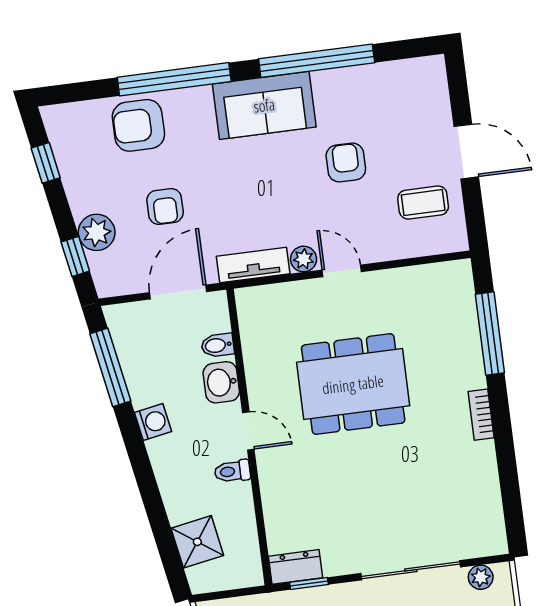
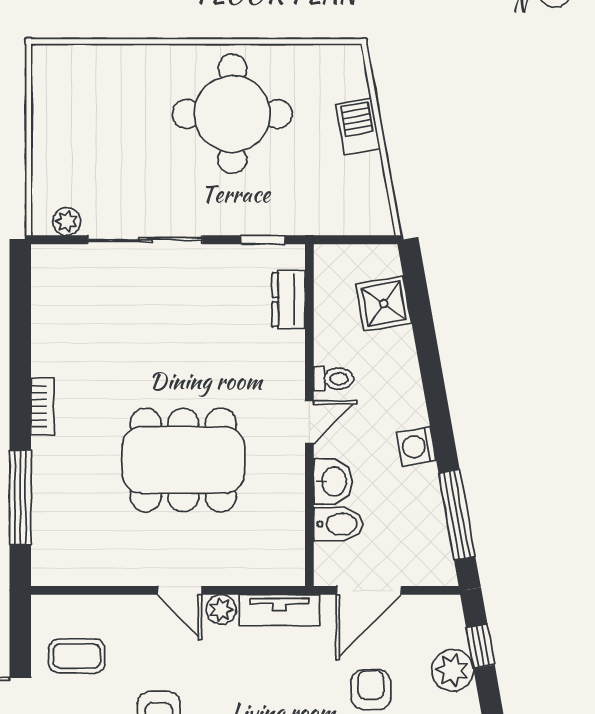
bidet: (218, 345) -> (338, 524), width x1.38, depth x1.36
door: (248, 431) -> (309, 422), swing flipped
dresser: (295, 567) -> (289, 300), moved, turned 90

